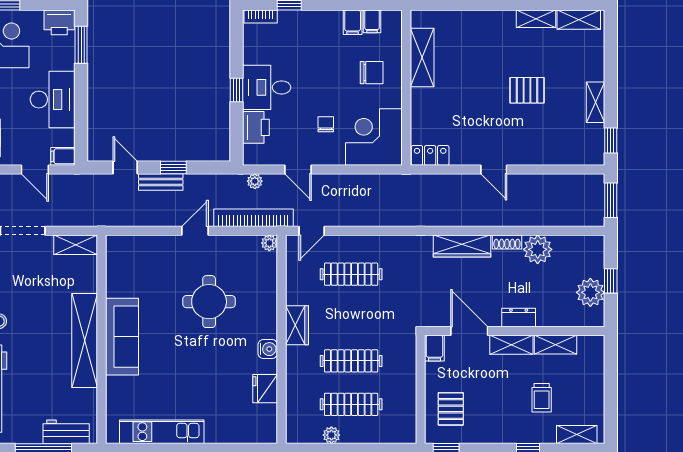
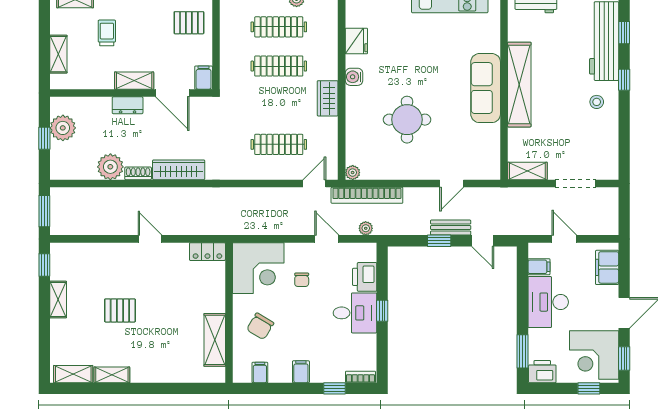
filing cabinet: (353, 22) -> (301, 372), moved
chair: (372, 73) -> (260, 326), turned -59
filing cabinet: (63, 156) -> (539, 267), moved
door: (195, 231) -> (452, 183), moved
shelving: (556, 345) -> (58, 54), moved, turned 90
pallet: (451, 409) -> (189, 23), turned 90

